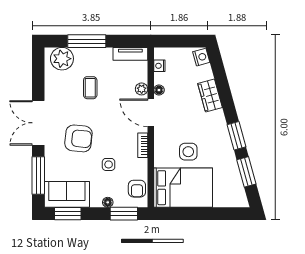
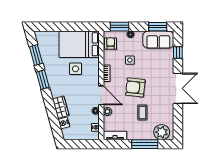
nightstand: (201, 57) -> (64, 123), moved
armchair: (78, 138) -> (135, 87), moved
window: (38, 176) -> (178, 53), width x0.46

